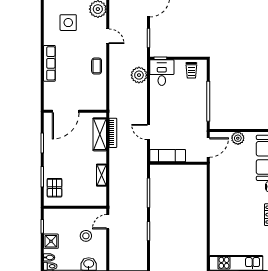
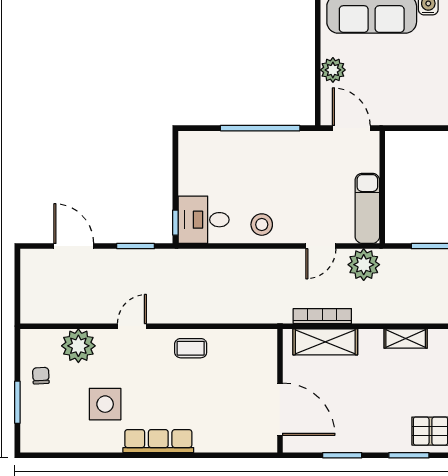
row of seats: (49, 63) -> (158, 441), moved
trolley: (191, 70) -> (199, 162), removed
plant: (139, 75) -> (364, 265), moved
stool: (159, 102) -> (262, 225), added

